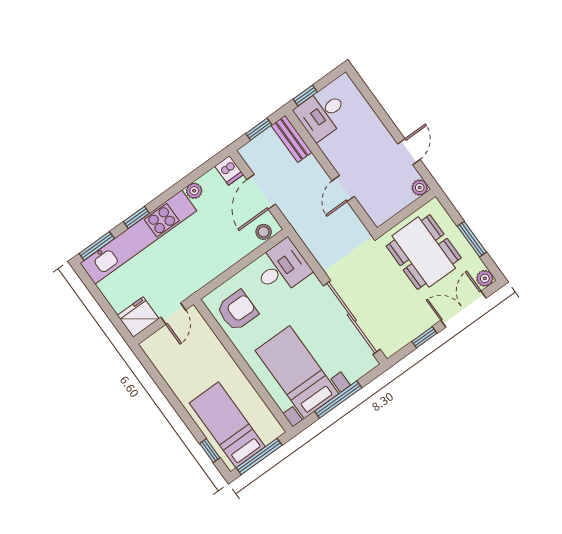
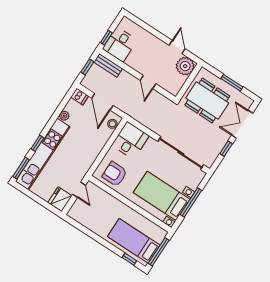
plant: (420, 187) -> (185, 66), width x1.88, depth x1.88
plant: (485, 278) -> (248, 102), removed
armchair: (237, 311) -> (115, 174), turned -90

